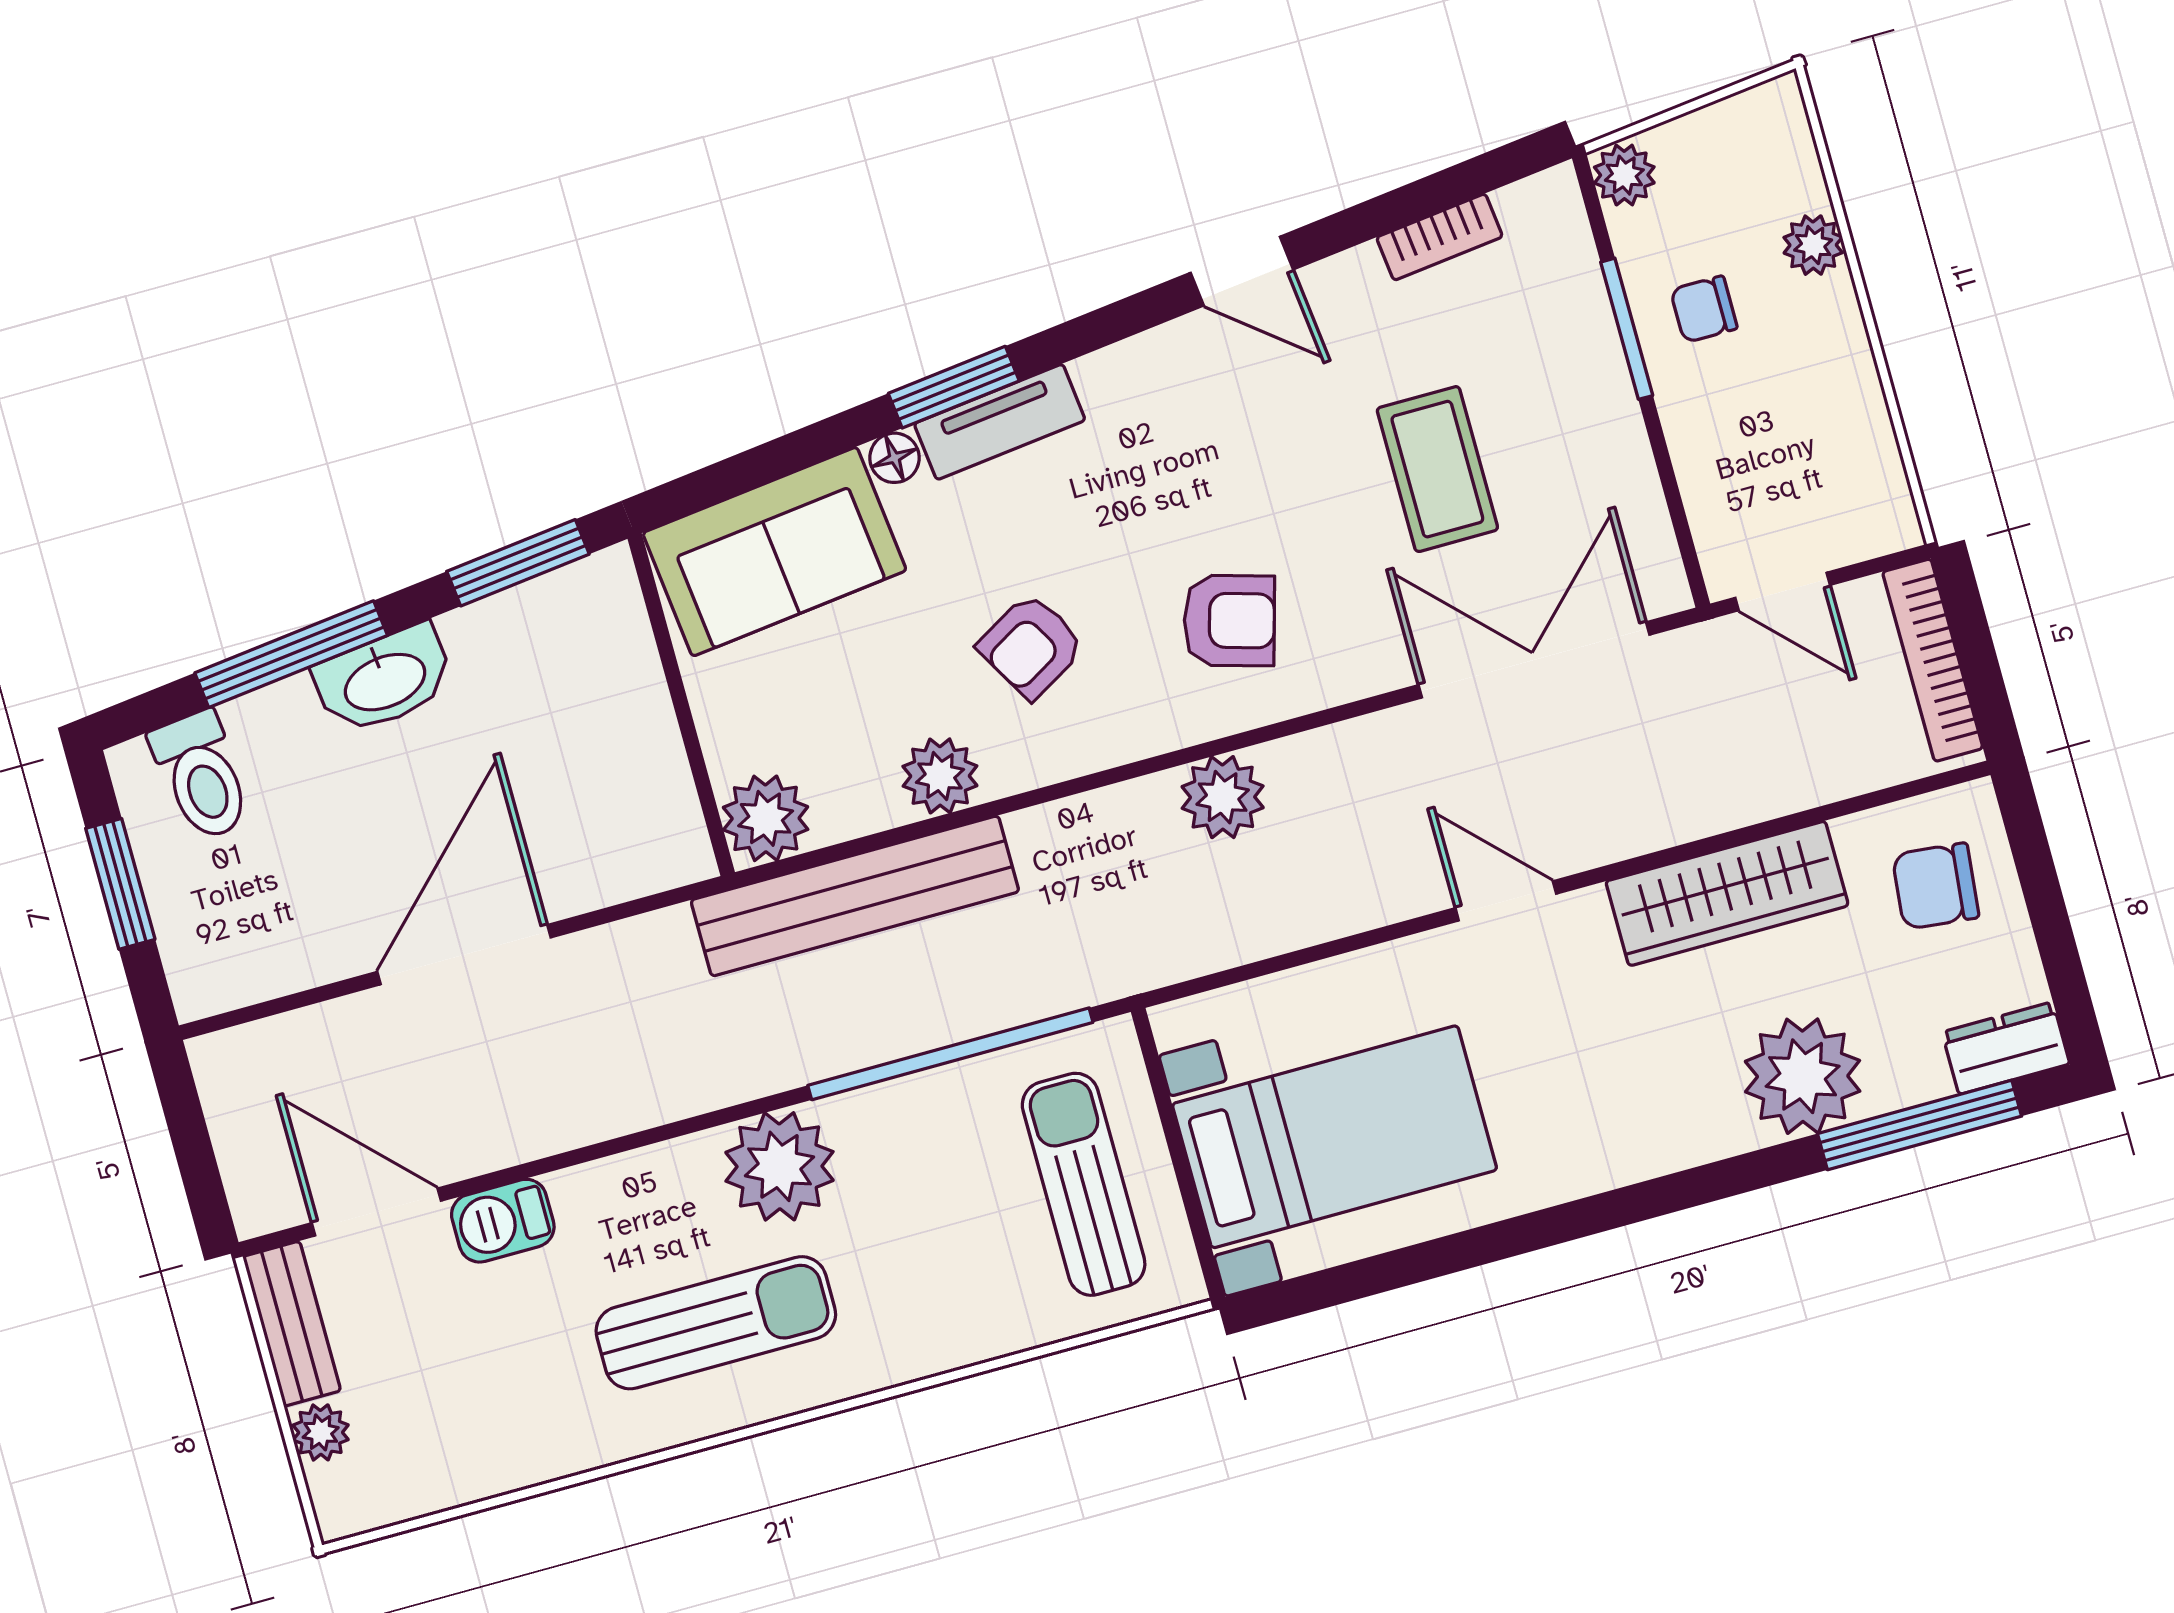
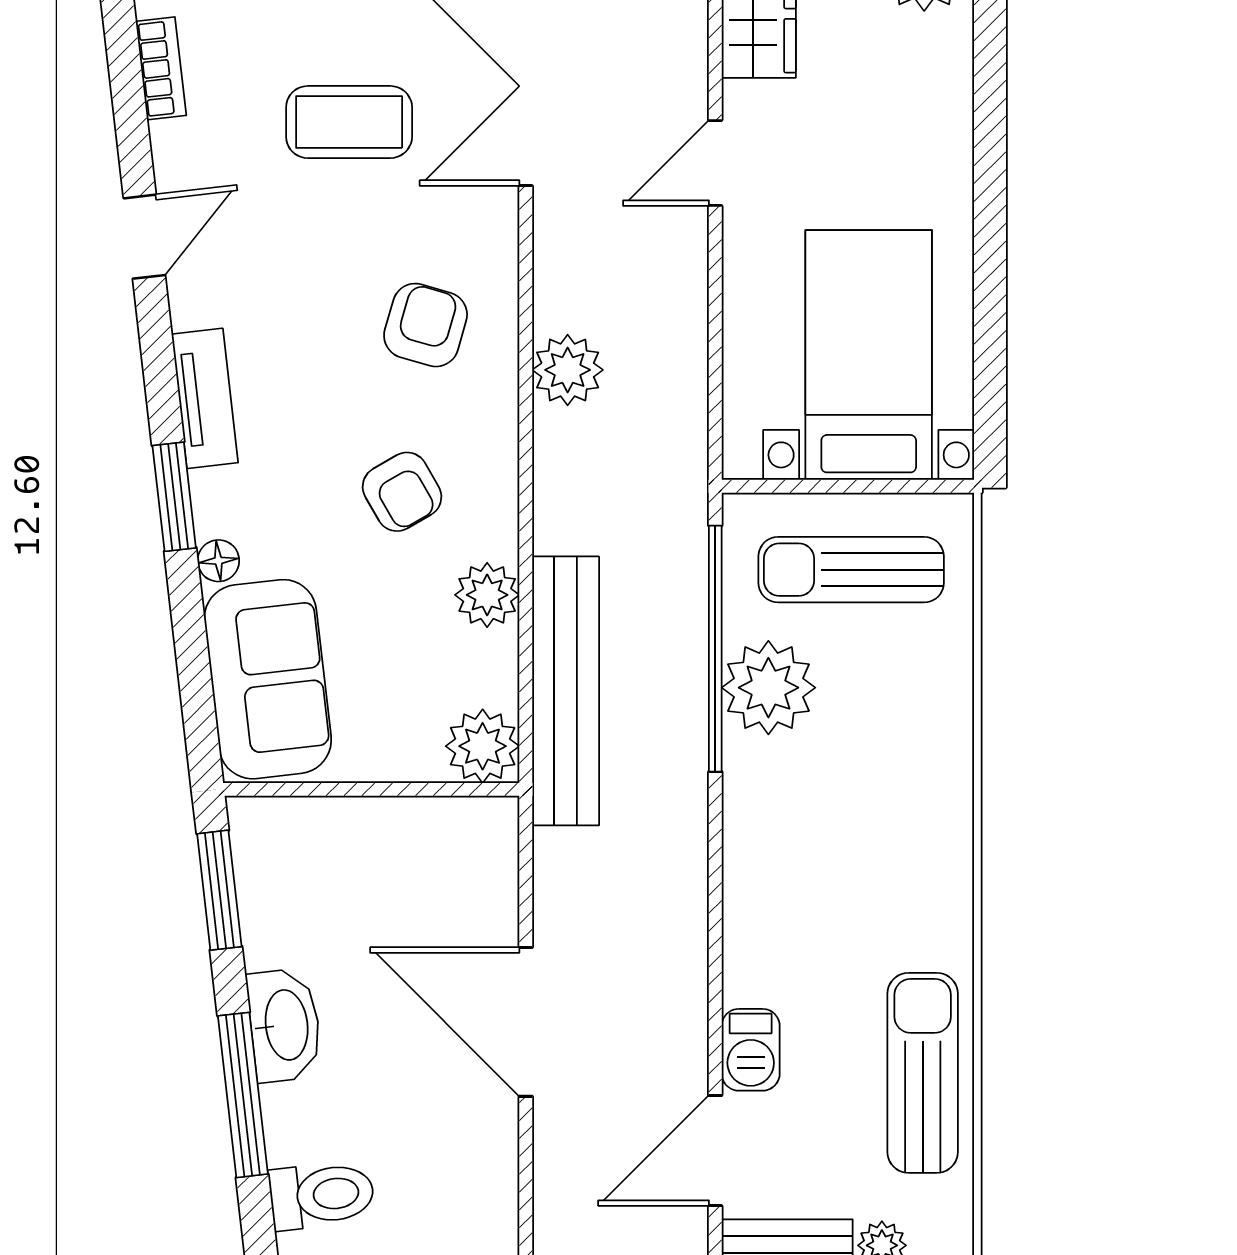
tv unit: (1000, 422) -> (205, 398), moved
plant: (779, 1166) -> (768, 688), moved
sun lounger: (716, 1323) -> (923, 1073), moved

